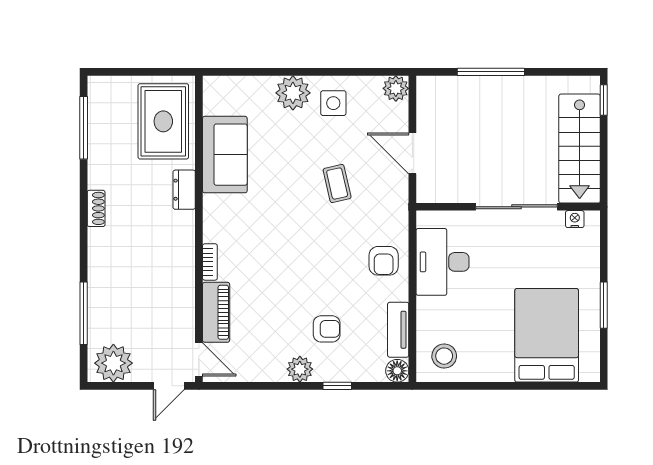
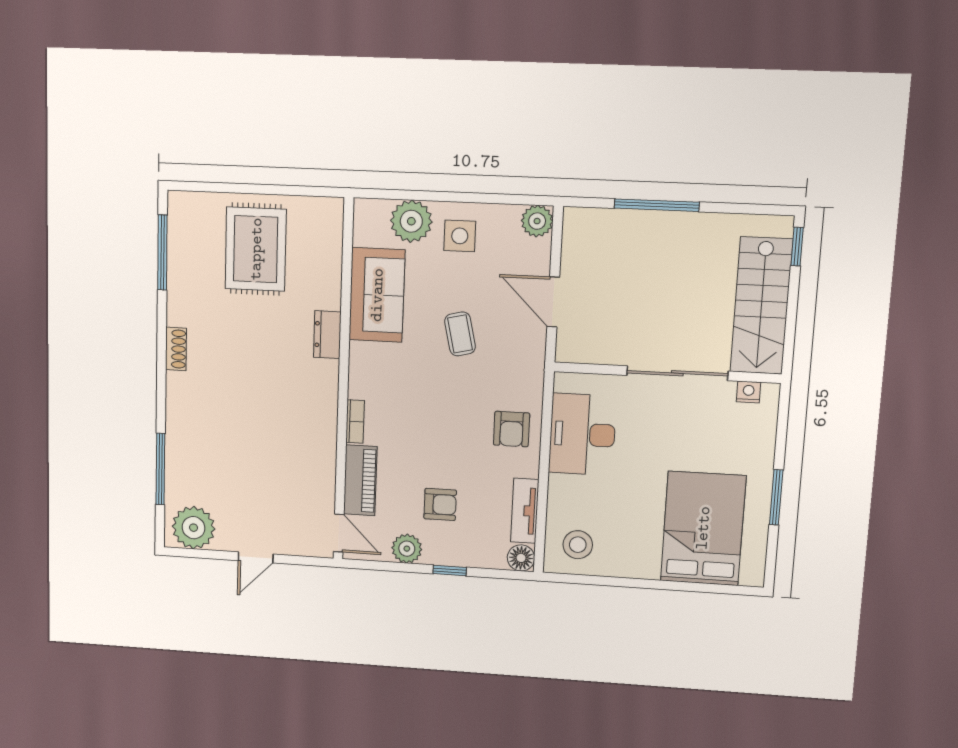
sofa: (225, 155) -> (377, 295), moved
dresser: (184, 190) -> (327, 335), moved
wall: (199, 229) -> (343, 382), moved
bookcase: (210, 262) -> (355, 421), moved
piano: (216, 312) -> (360, 480), moved
door: (199, 360) -> (339, 533), moved

